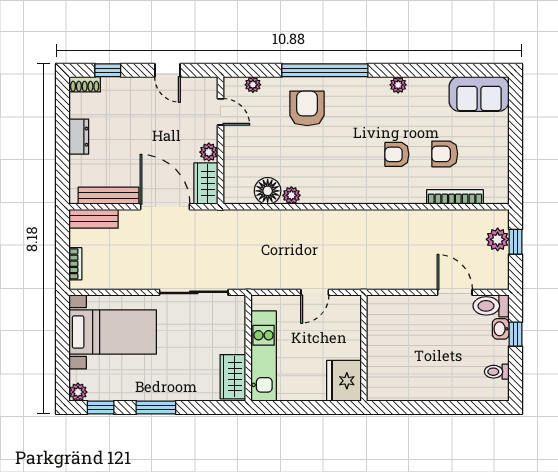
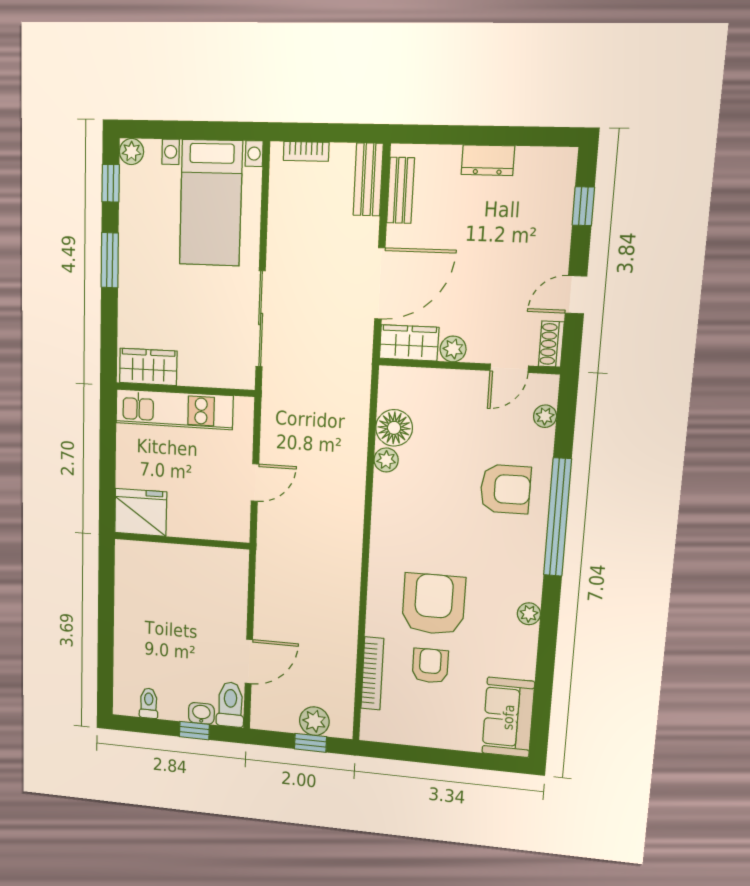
shoe rack: (85, 84) -> (551, 344), moved
armchair: (397, 154) -> (434, 604), width x1.88, depth x1.88
bench: (109, 196) -> (400, 190), width x0.73
door: (315, 292) -> (255, 483), swing flipped

